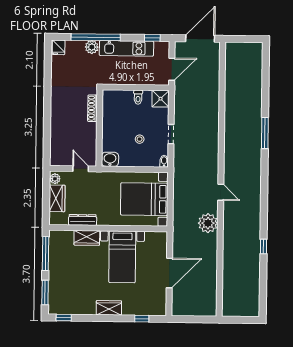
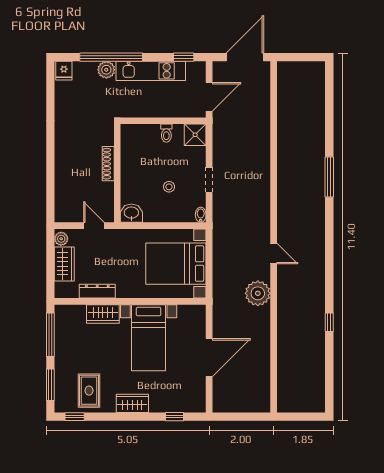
shoe rack: (92, 108) -> (108, 164), moved
rug: (75, 297) -> (89, 391), added

